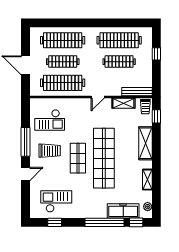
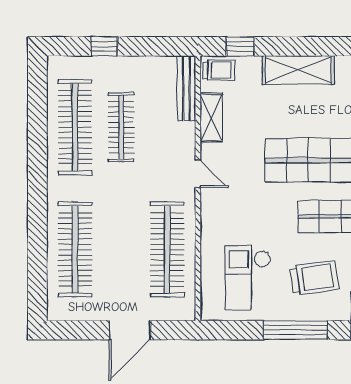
clothes rail: (63, 62) -> (121, 249), removed
checkout: (50, 120) -> (248, 278), turned 180
trolley: (50, 151) -> (314, 278), turned 82

